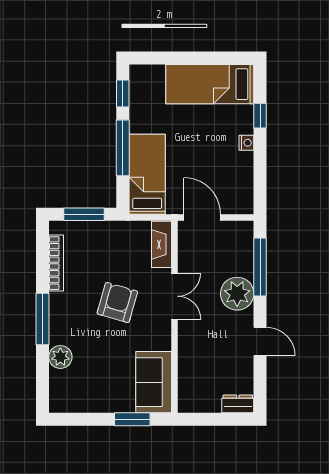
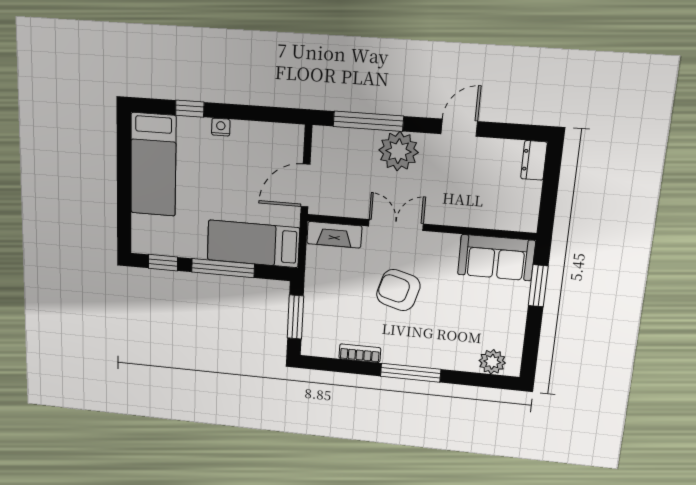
bookcase: (56, 263) -> (360, 353), width x0.64
plant: (60, 357) -> (492, 362), moved

